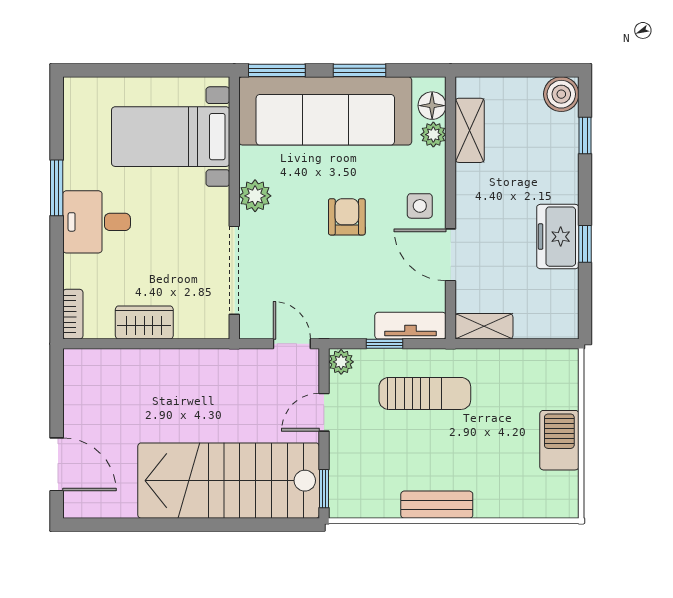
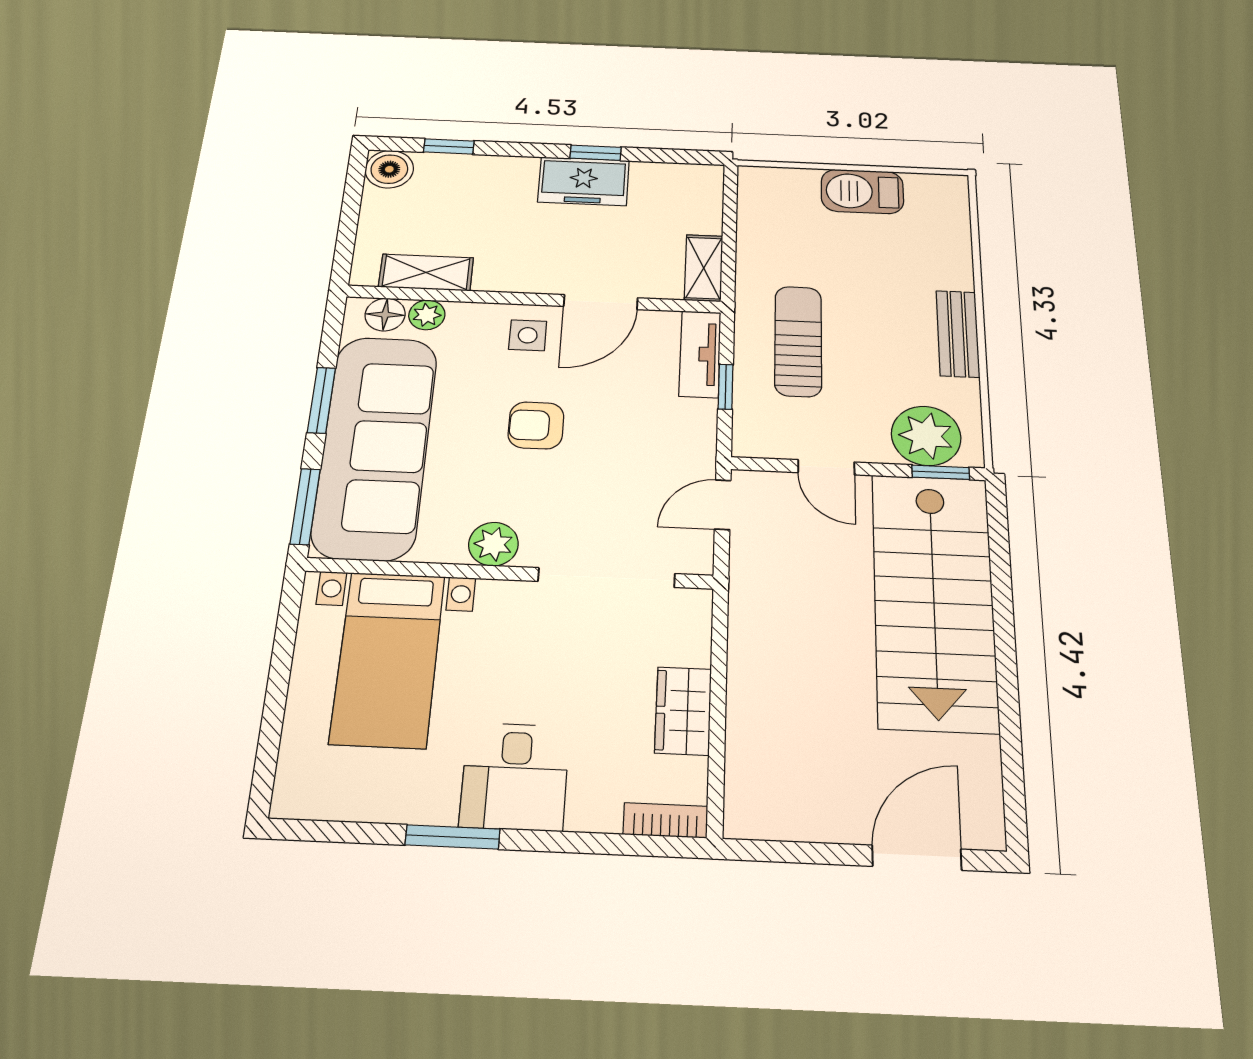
plant: (341, 362) -> (926, 436), moved, width x1.87, depth x1.87

